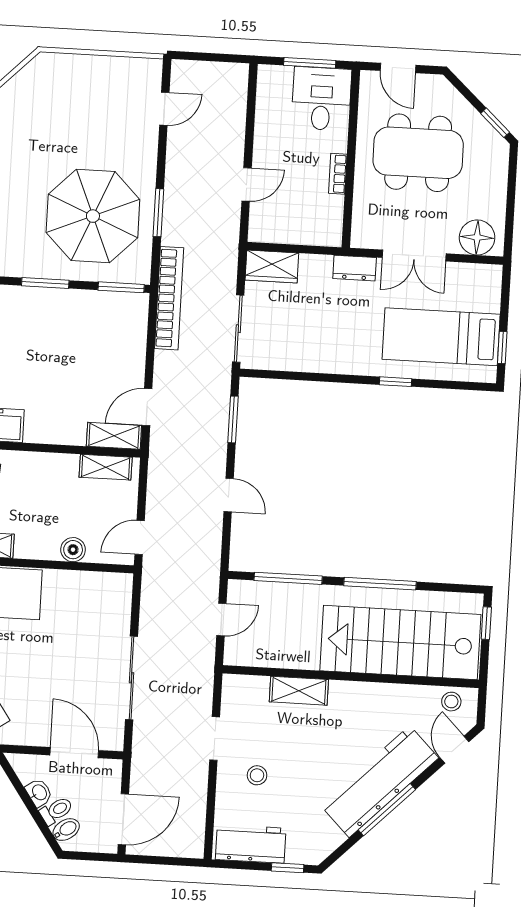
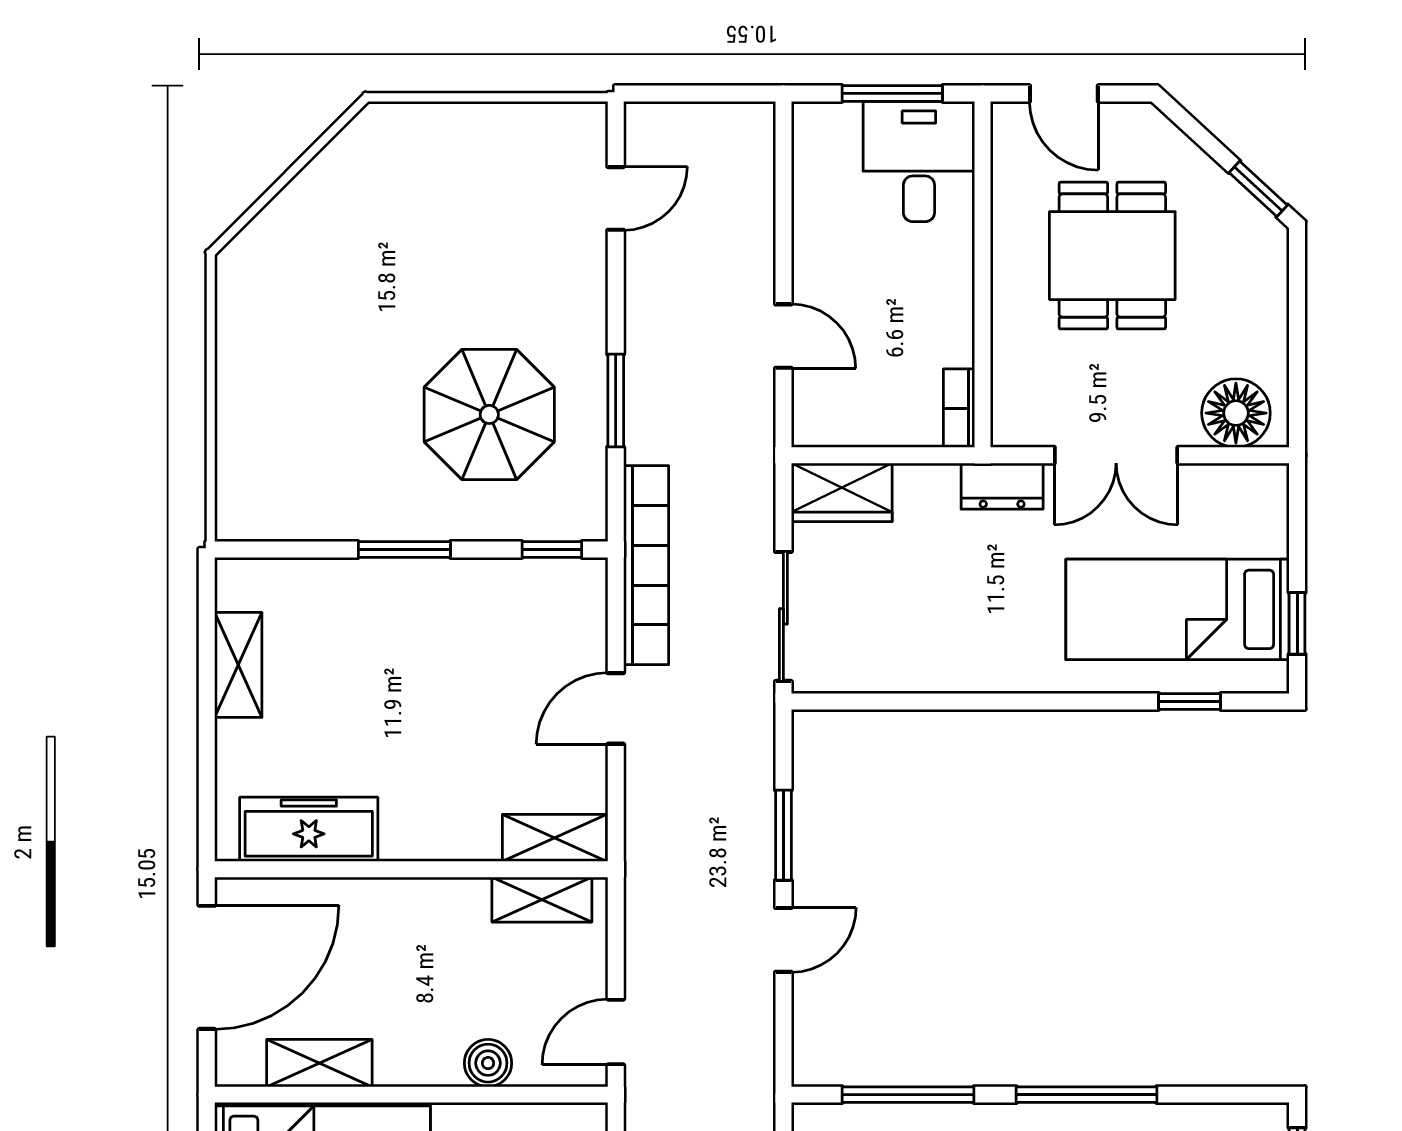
dining table: (418, 153) -> (1112, 256), width x0.73
bookcase: (338, 174) -> (959, 408), moved
door: (247, 184) -> (783, 336), hinge flipped
parasol: (93, 216) -> (489, 414), width x0.73, depth x0.73
window: (121, 287) -> (552, 550), width x0.67
window: (395, 382) -> (1190, 702), moved
door: (147, 407) -> (616, 708), moved
window: (233, 419) -> (783, 835), moved
door: (229, 495) -> (783, 940), hinge flipped

